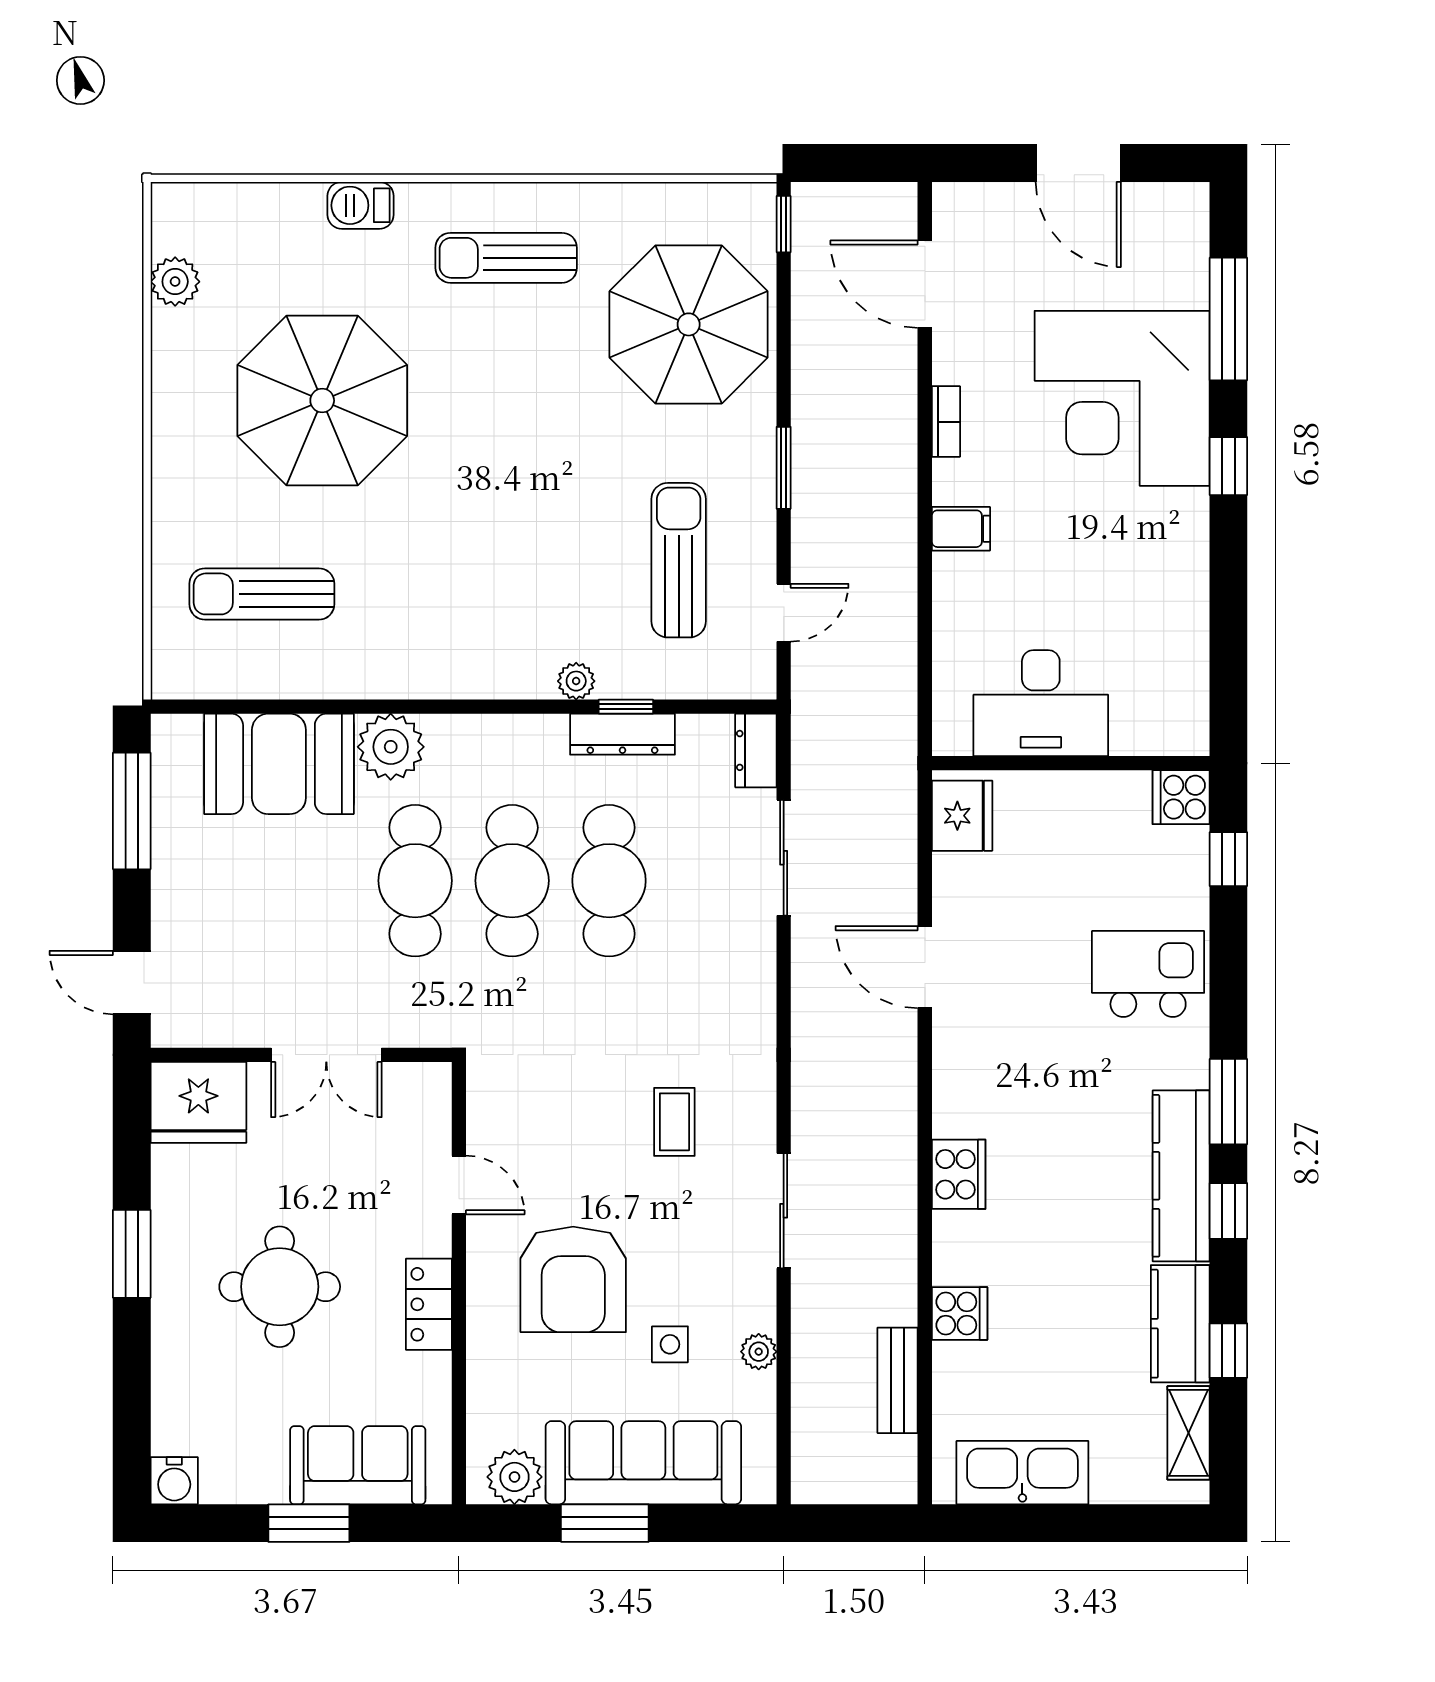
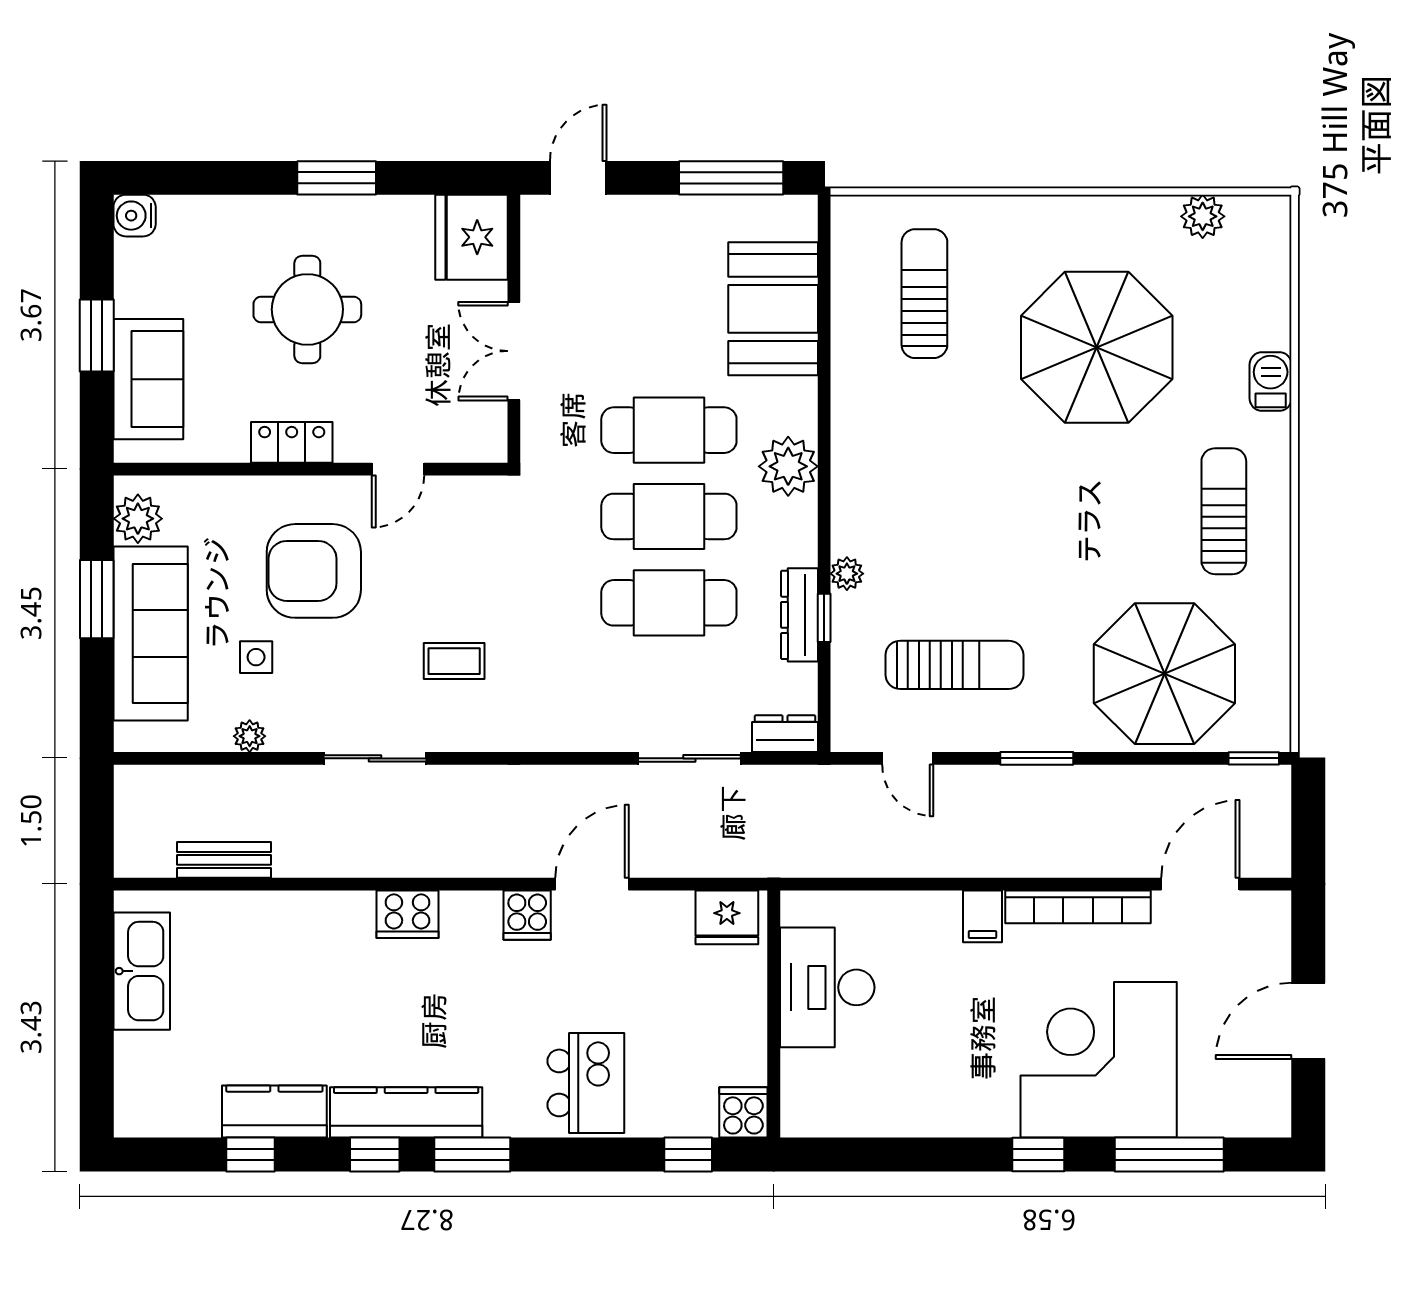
bookcase: (946, 422) -> (1078, 907), width x2.31, depth x1.31
plant: (391, 747) -> (788, 466), moved
cooker: (960, 1313) -> (527, 915), moved
shelving: (1188, 1433) -> (177, 1119), removed

